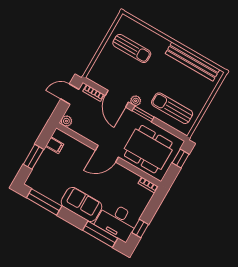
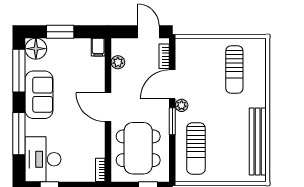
sun lounger: (172, 108) -> (196, 148), turned 180
plant: (66, 121) -> (118, 62), moved
filing cabinet: (55, 145) -> (98, 47), moved
floor lamp: (36, 181) -> (36, 49), added
sofa: (81, 204) -> (39, 95), moved
window: (100, 234) -> (19, 134), moved

